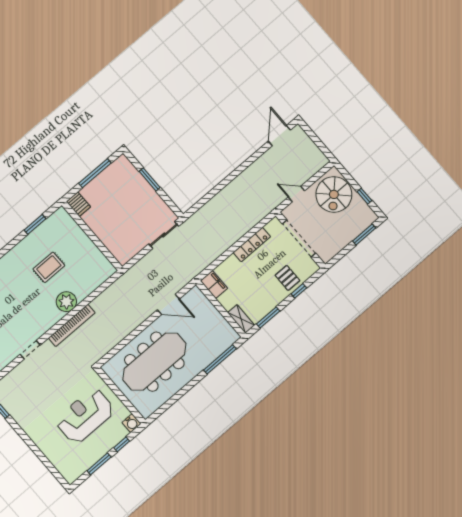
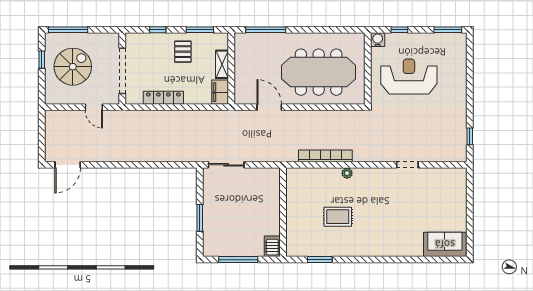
spiral stairs: (334, 194) -> (73, 67), moved
window: (364, 234) -> (68, 30), width x1.44
pallet: (287, 278) -> (183, 52), moved
plant: (66, 302) -> (347, 173), width x0.53, depth x0.53
shelving: (241, 319) -> (222, 64), moved
bookcase: (72, 325) -> (325, 156), moved
reception desk: (85, 416) -> (409, 77), turned 180
window: (99, 464) -> (448, 30), moved

